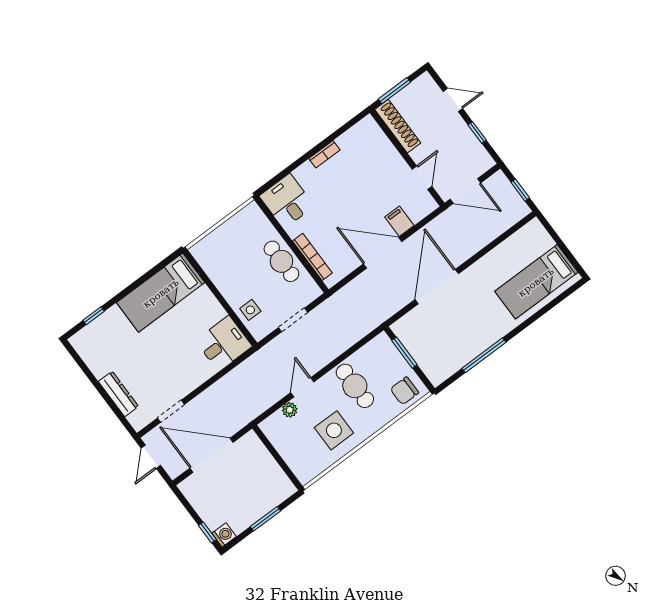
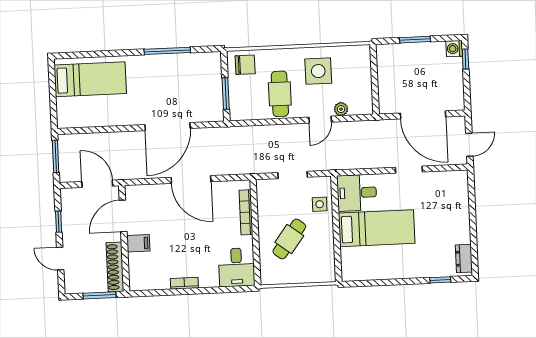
door: (422, 178) -> (123, 216), width x1.38
window: (520, 190) -> (56, 156), width x1.50
filing cabinet: (399, 221) -> (138, 243), moved, turned -90
cafe table: (281, 261) -> (289, 239), moved, turned 37
bed: (161, 293) -> (377, 228), moved
dresser: (118, 394) -> (464, 258), moved, width x0.70
doorway: (171, 411) -> (409, 170), moved

